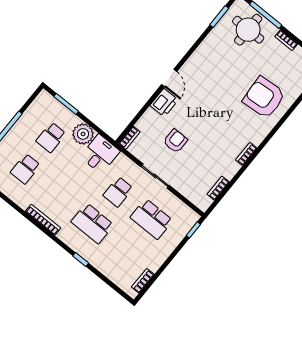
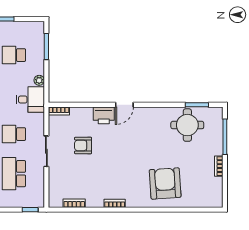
round table: (248, 30) -> (187, 125), moved
plant: (83, 134) -> (39, 80), width x0.53, depth x0.53
armchair: (175, 141) -> (83, 145), turned 180

